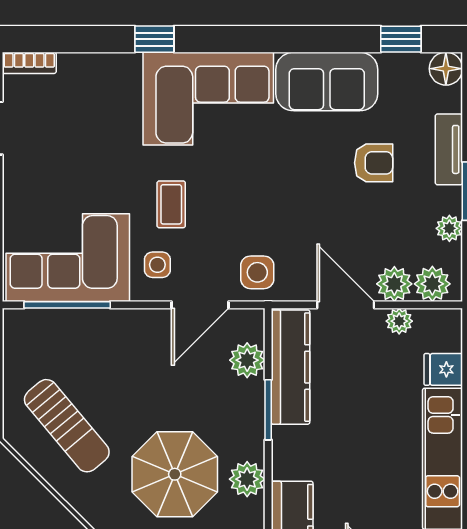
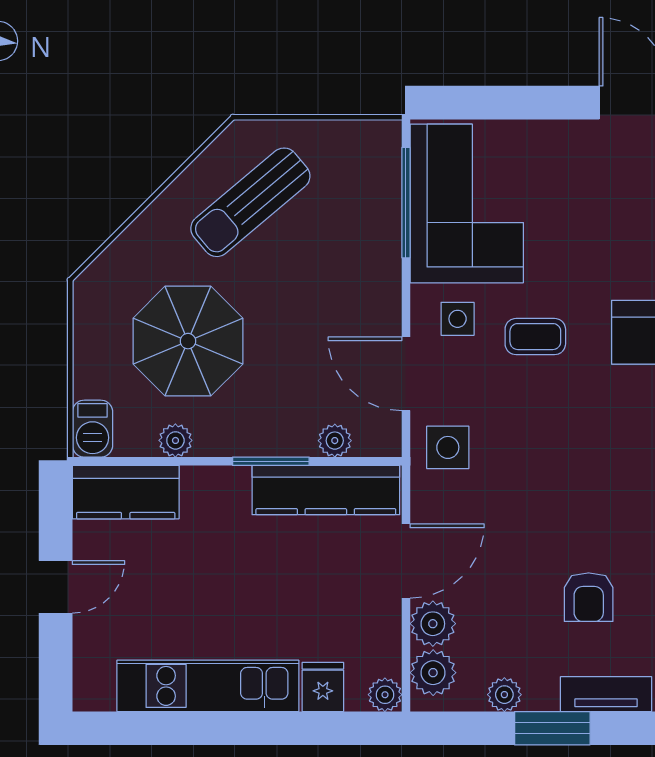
plant: (399, 321) -> (385, 695), moved
plant: (247, 360) -> (335, 441), width x0.73, depth x0.73
plant: (247, 479) -> (175, 440), width x0.73, depth x0.73

